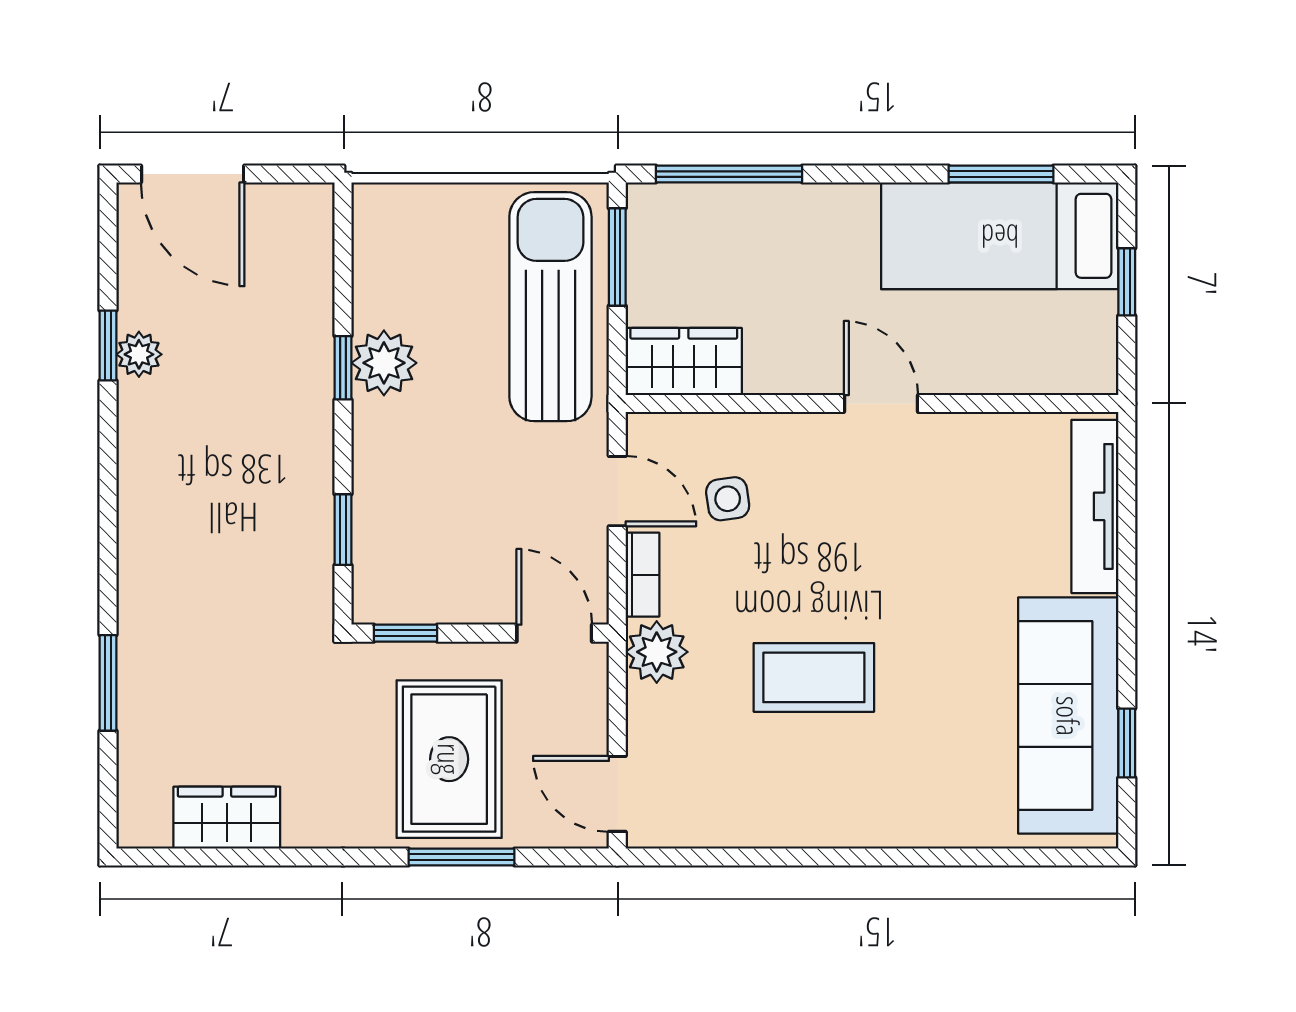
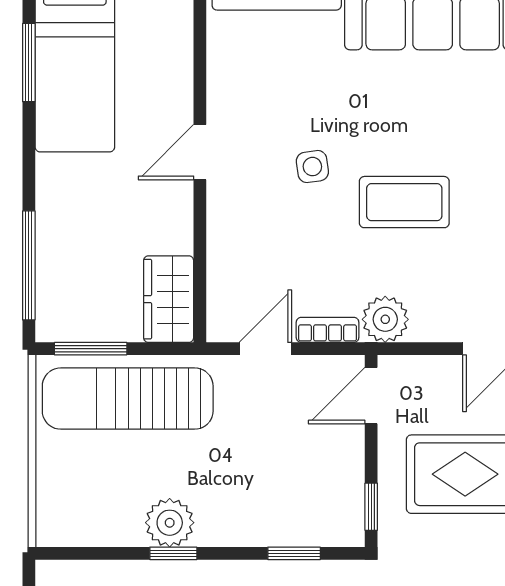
side table: (728, 499) -> (312, 167), moved
coffee table: (814, 677) -> (404, 202), turned 90

